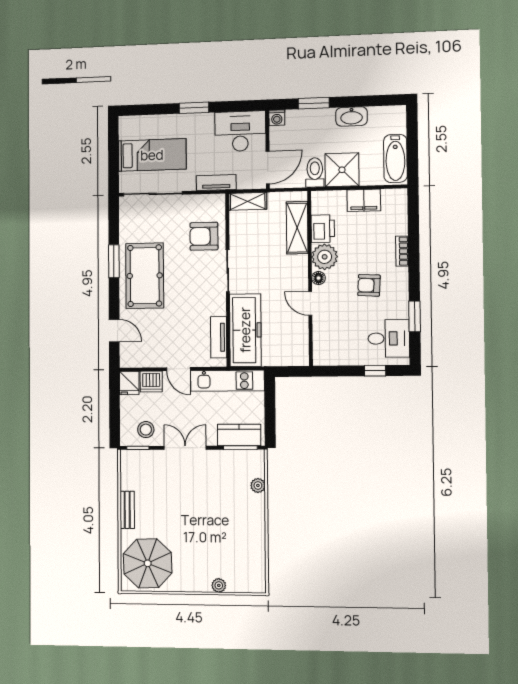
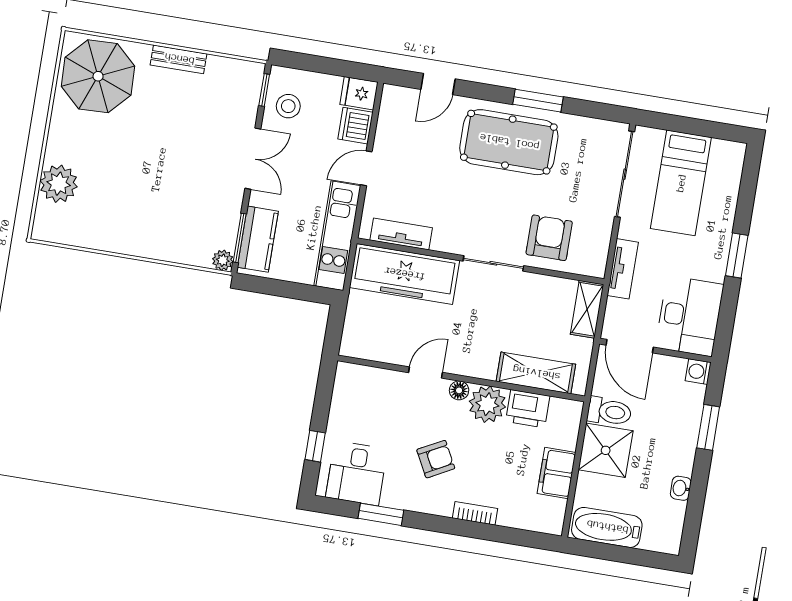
washbasin: (352, 116) -> (681, 488), width x0.52, depth x0.69
armchair: (369, 285) -> (436, 459), turned 59
plant: (258, 485) -> (223, 260), moved
plant: (219, 585) -> (59, 184), width x1.88, depth x1.88

